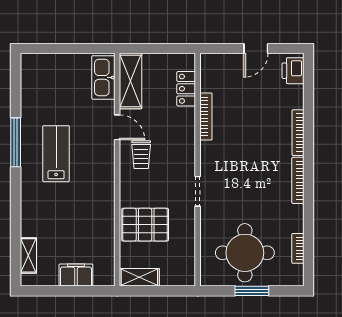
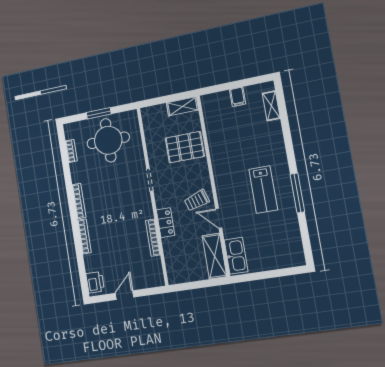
locker: (186, 89) -> (166, 223), moved
trolley: (141, 155) -> (197, 200), turned -108
filing cabinet: (76, 275) -> (238, 97), width x0.50

